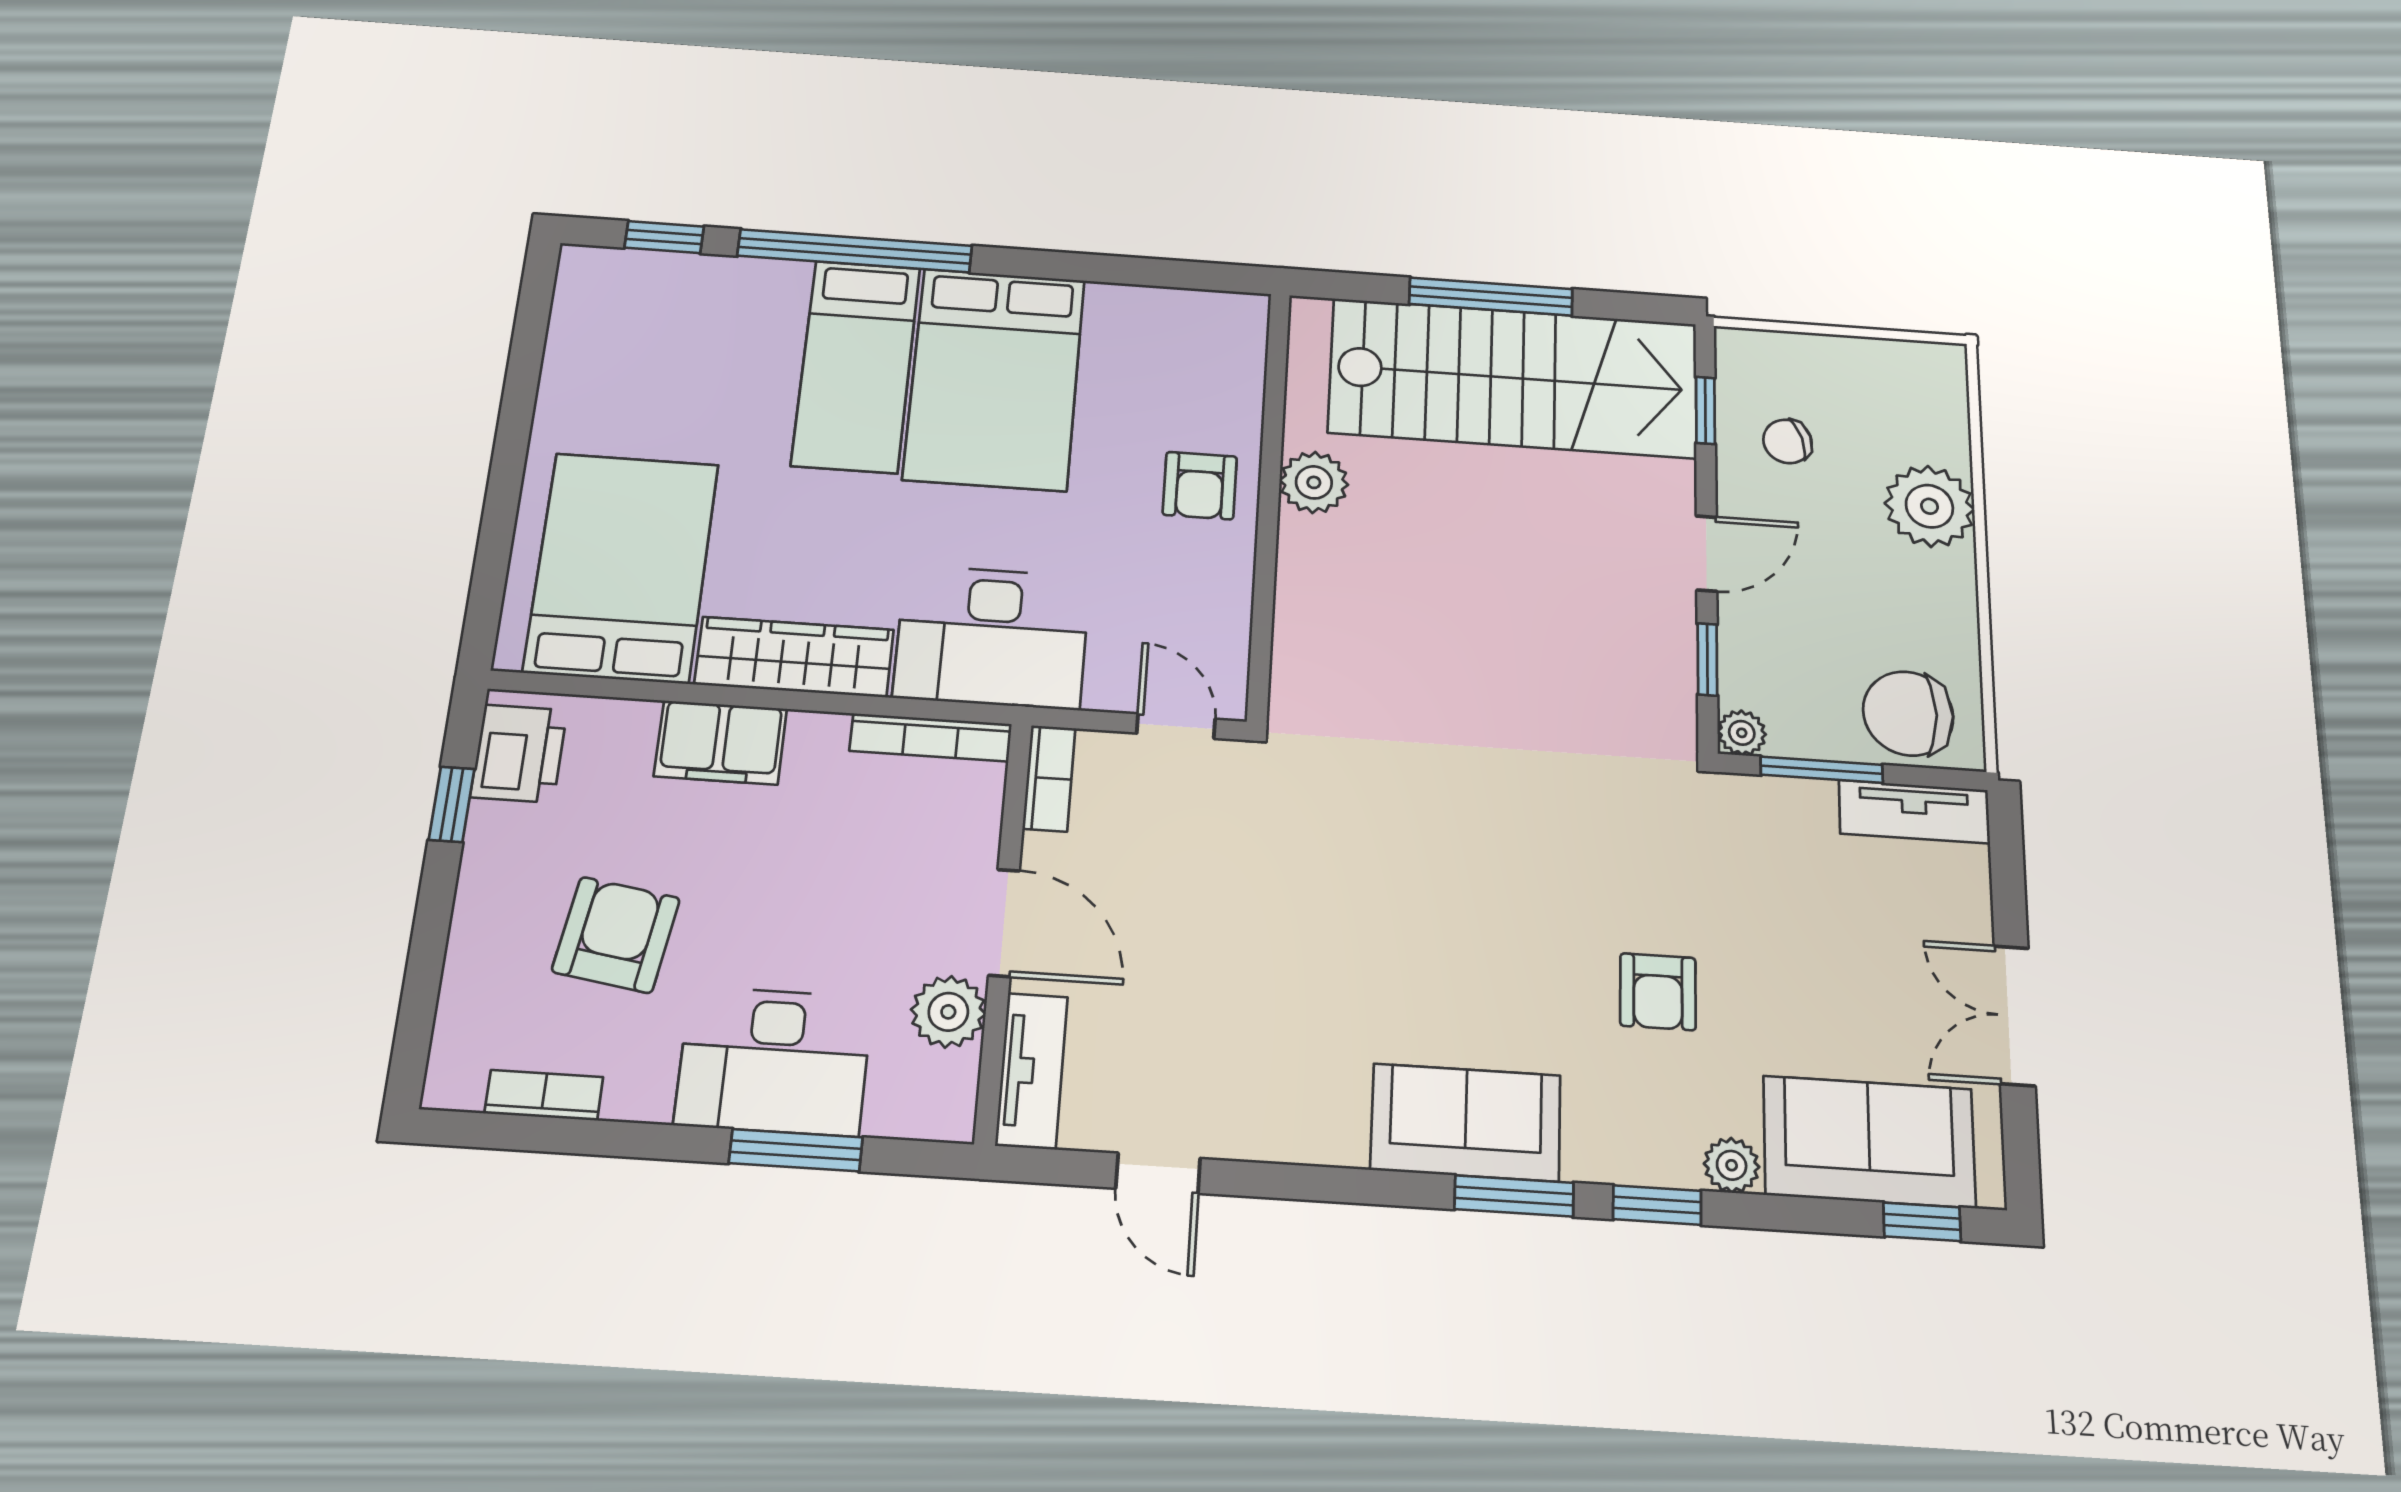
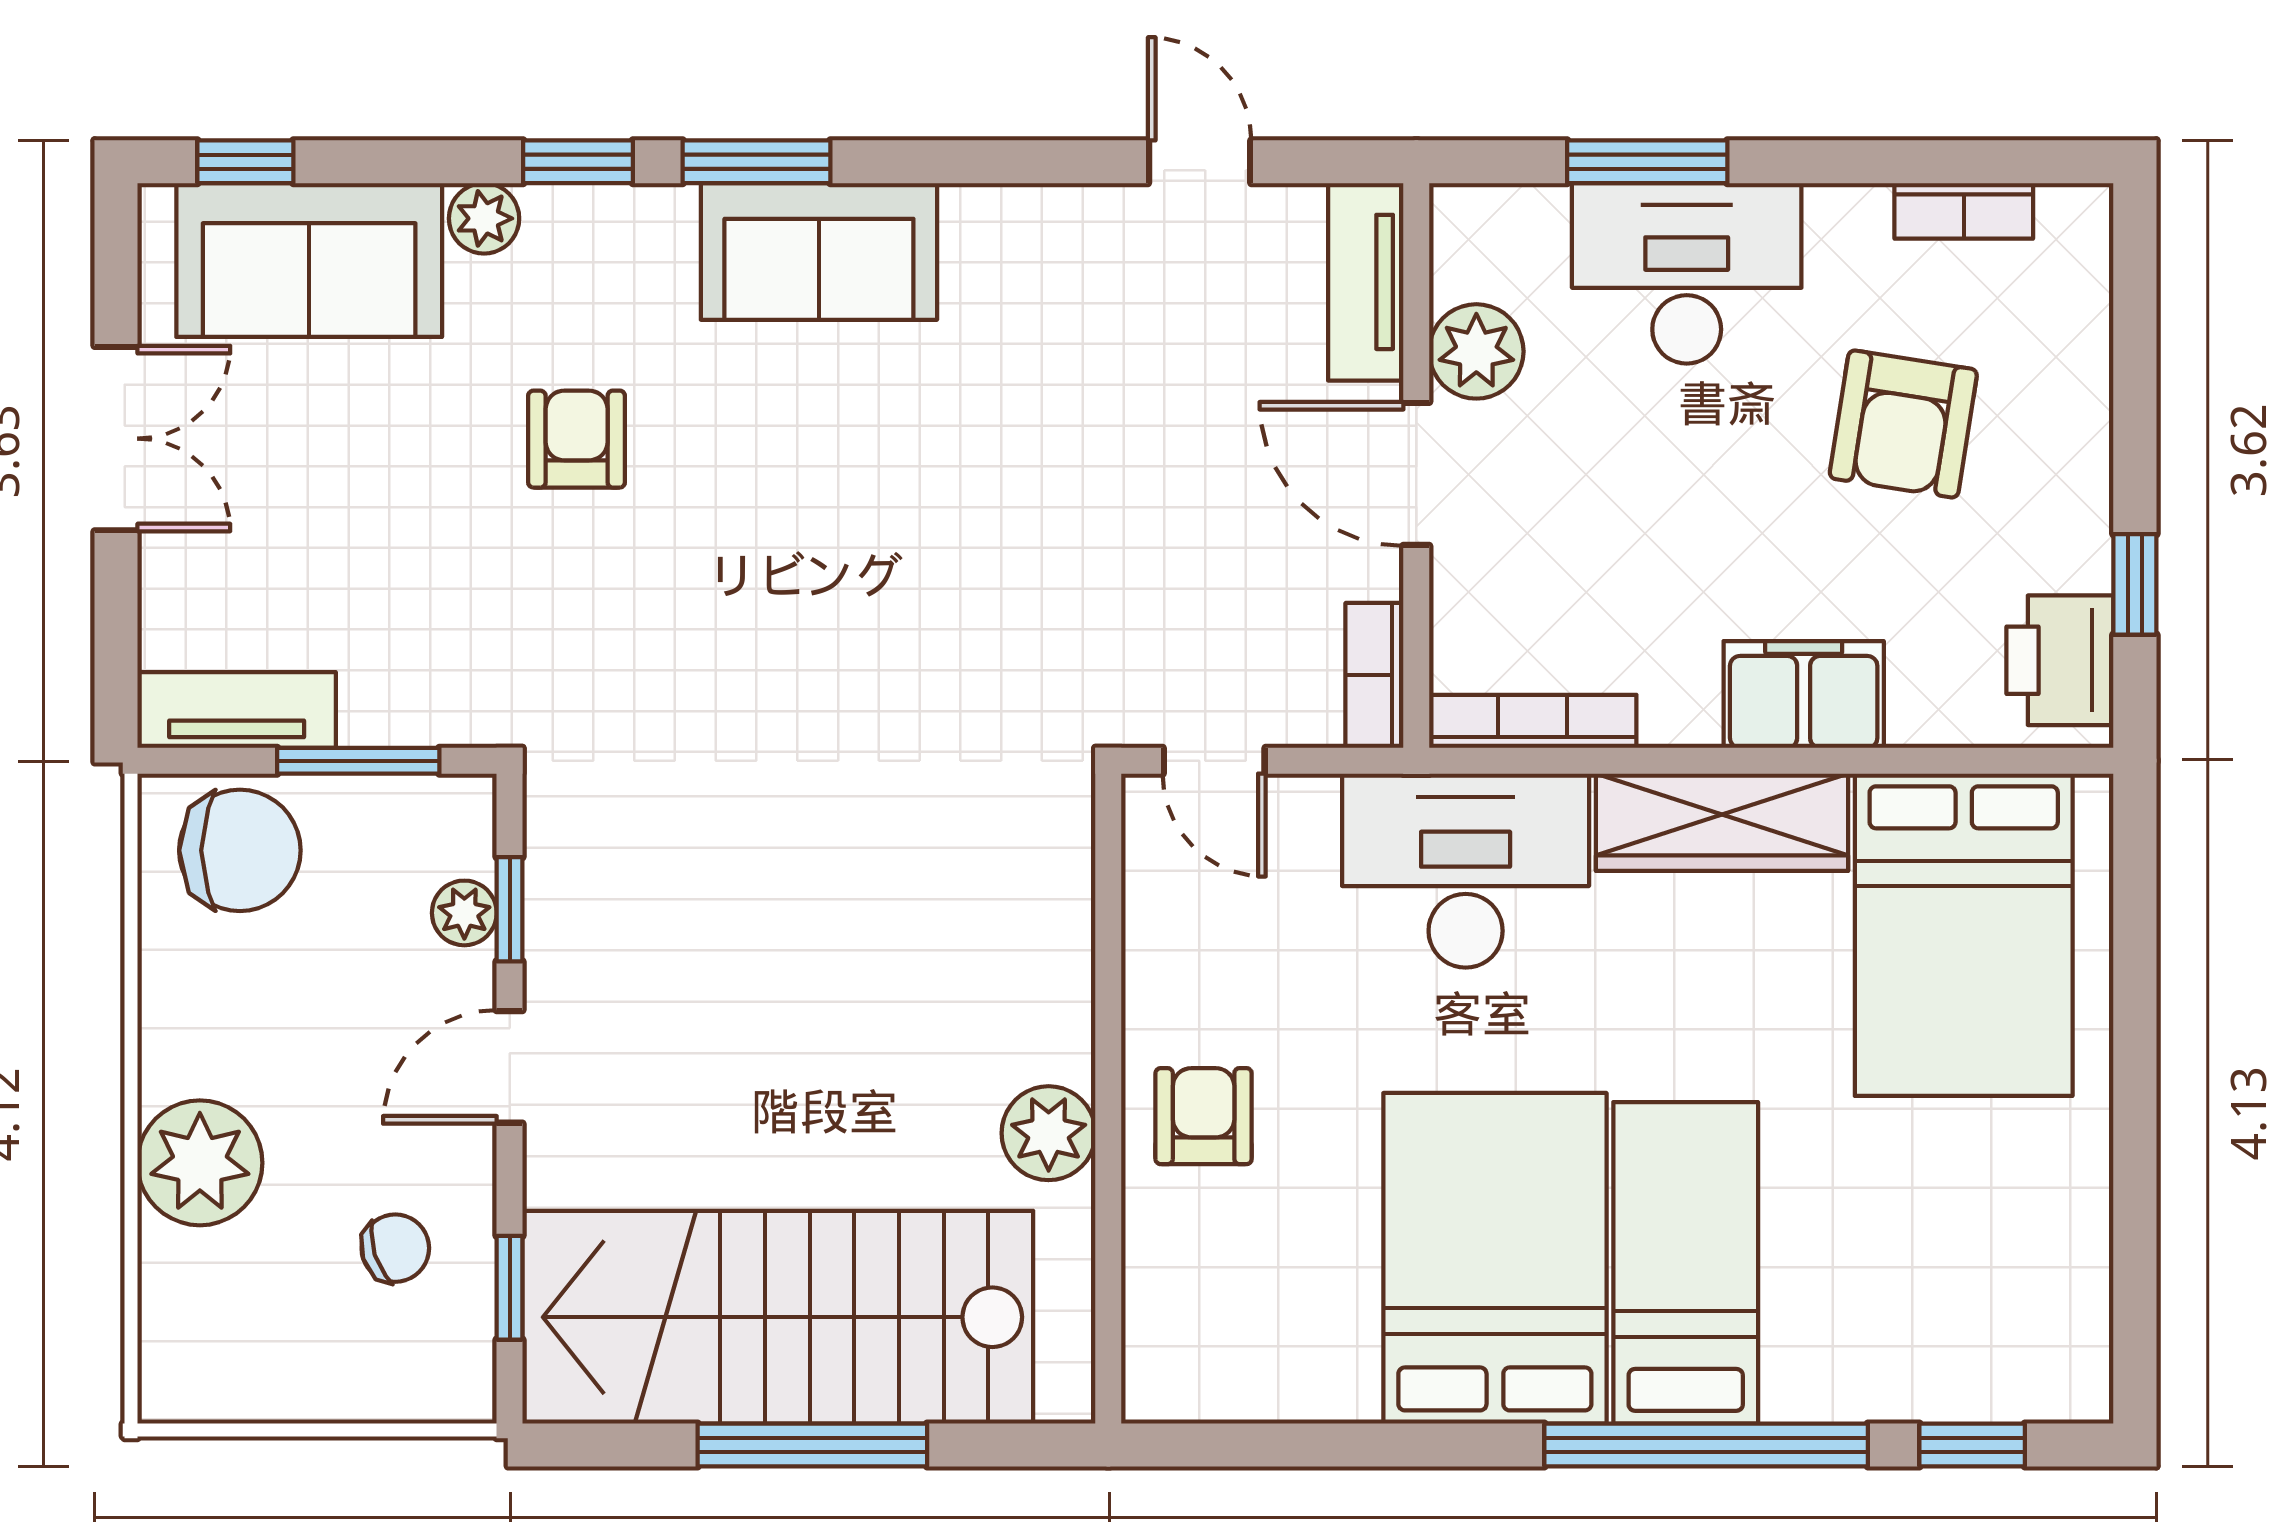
plant: (1742, 733) -> (464, 913), moved

